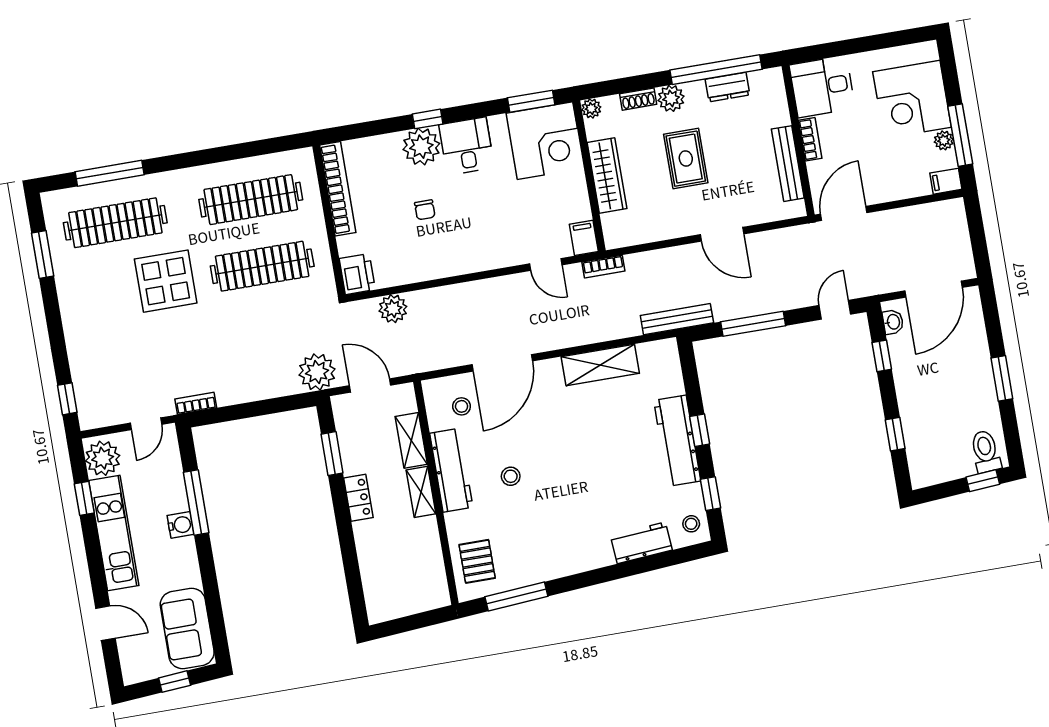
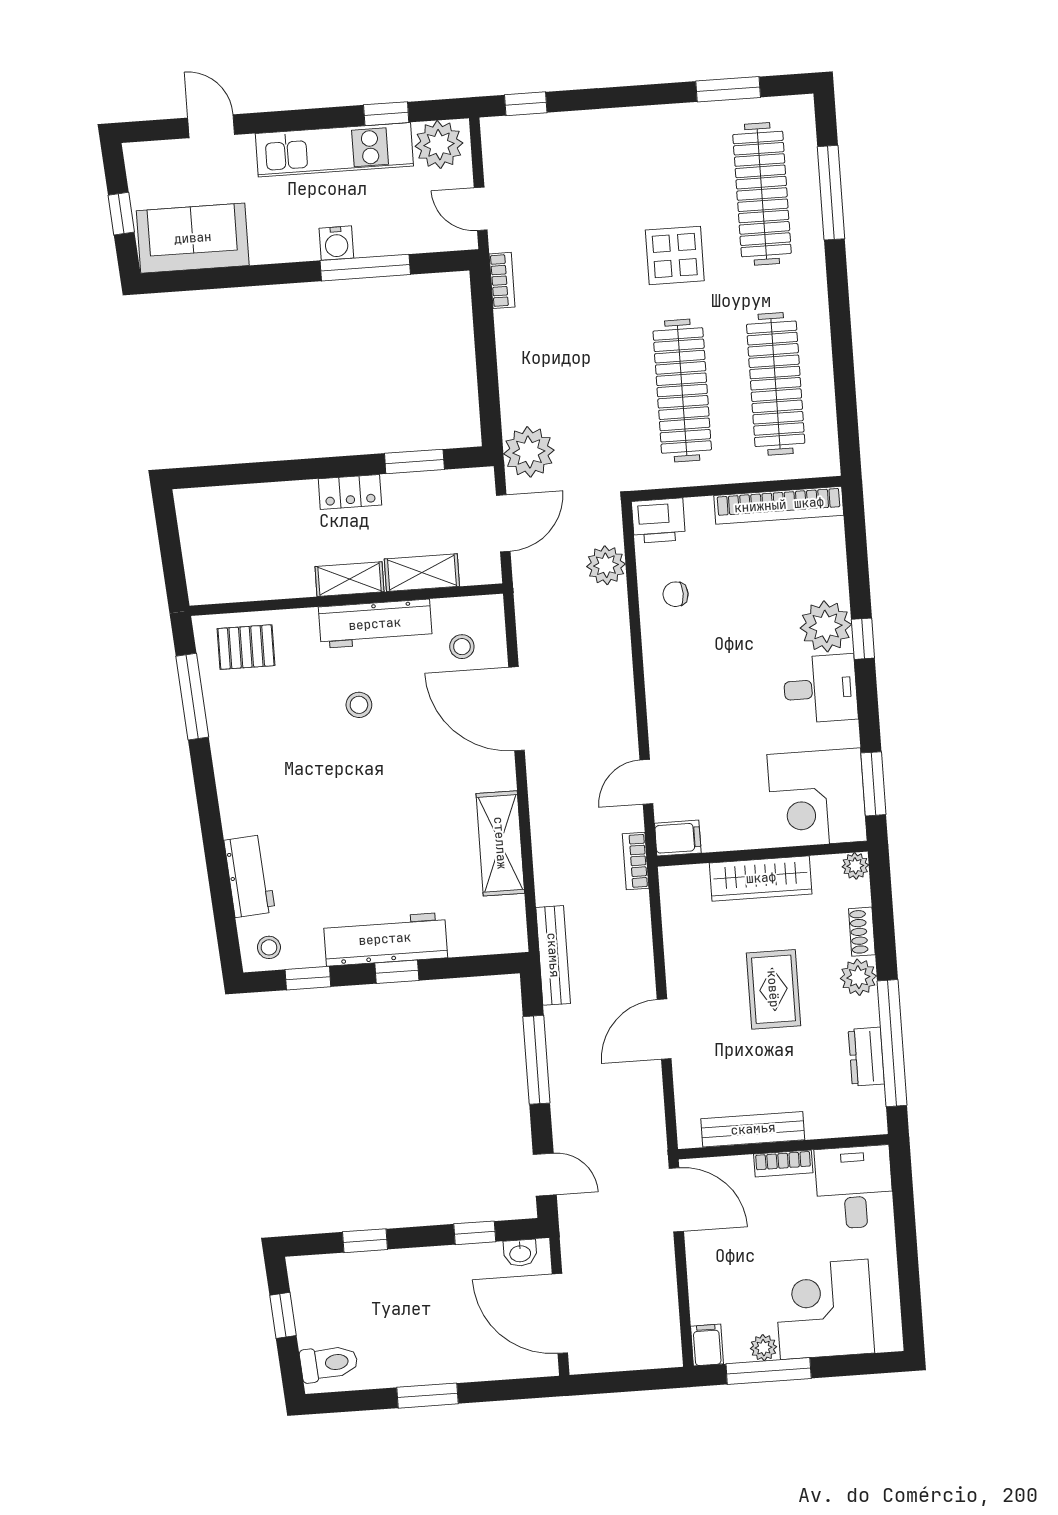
rug: (686, 159) -> (773, 989), turned 90
chair: (425, 210) -> (676, 594), moved
display table: (166, 281) -> (675, 255), width x0.73, depth x0.73
window: (983, 481) -> (283, 1315), moved
door: (106, 623) -> (211, 126), swing flipped

